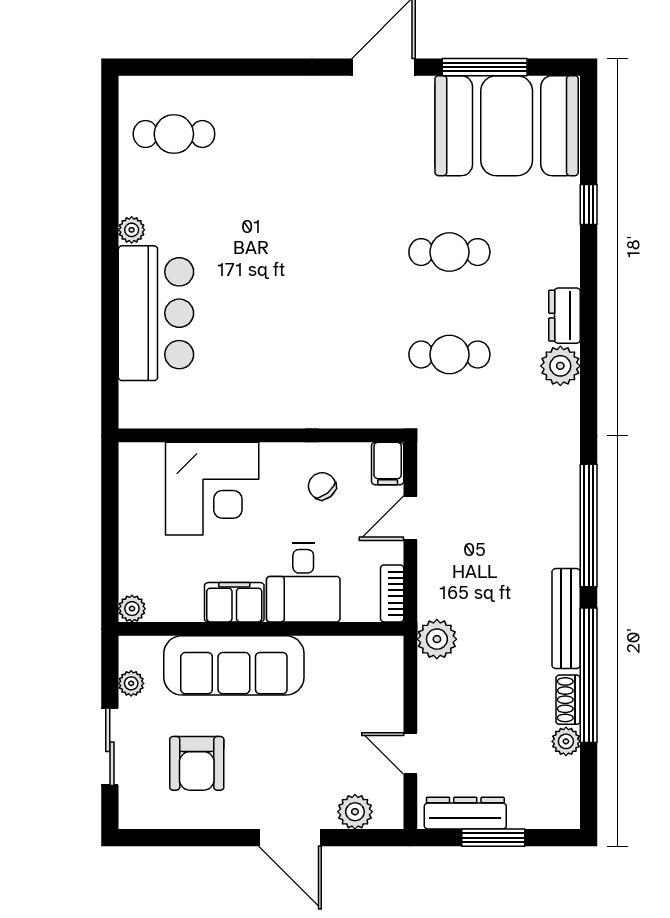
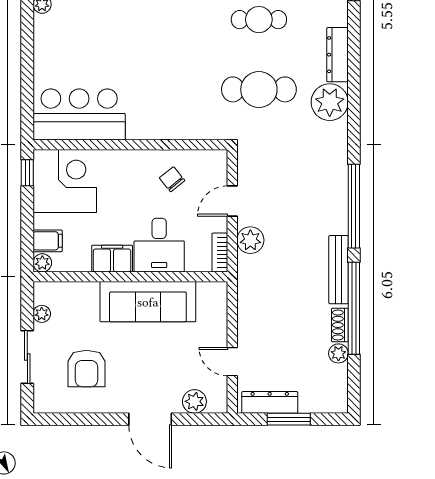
bar counter: (156, 313) -> (79, 114), moved, turned -90
dresser: (565, 316) -> (337, 55), width x1.44
cafe table: (449, 355) -> (259, 89), width x1.37, depth x1.35
plant: (560, 366) -> (330, 102), width x1.36, depth x1.36
filing cabinet: (388, 464) -> (48, 241), moved, turned -90
window: (110, 477) -> (27, 173), added
corner desk: (212, 489) -> (65, 181), moved, turned -90
plant: (437, 639) -> (250, 240), moved
sofa: (234, 665) -> (148, 302), moved

